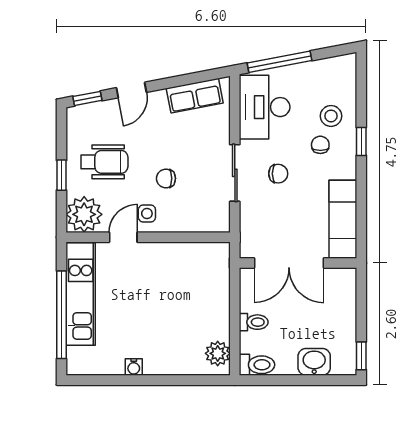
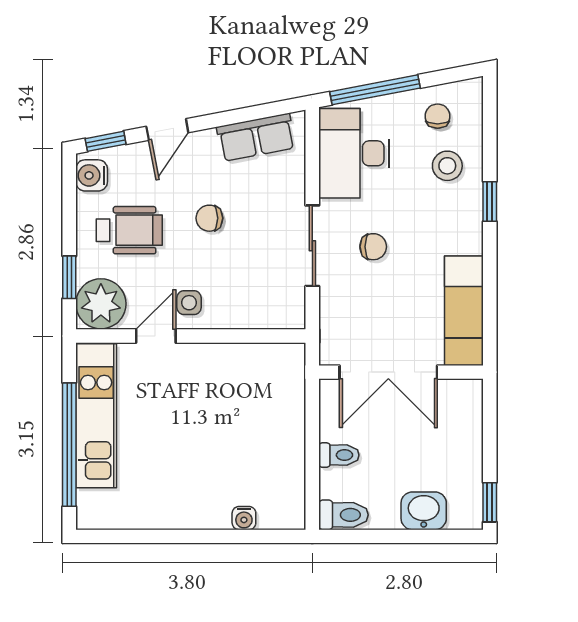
water cooler: (77, 123) -> (92, 175), added
chair: (320, 145) -> (438, 116), moved
window: (62, 175) -> (69, 277), moved
chair: (166, 178) -> (209, 218), moved
plant: (218, 353) -> (288, 499), removed
water cooler: (134, 367) -> (244, 518), moved

